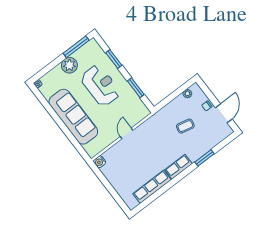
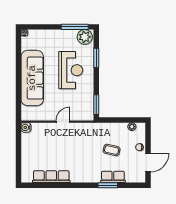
plant: (69, 65) -> (85, 37), moved
window: (136, 88) -> (96, 105), moved
row of seats: (178, 167) -> (113, 177), moved

